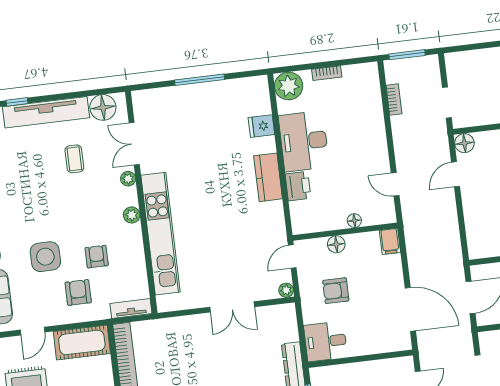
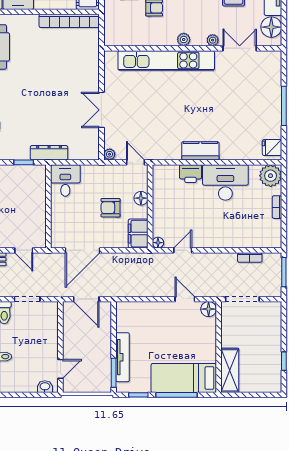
doorway: (447, 102) -> (242, 299), width x1.38
fridge: (261, 126) -> (272, 148), moved, turned -90
floor lamp: (354, 221) -> (158, 243), moved
filing cabinet: (390, 241) -> (138, 234), width x2.00
armchair: (336, 291) -> (111, 208), moved, turned -90
tv unit: (131, 309) -> (110, 30), removed

